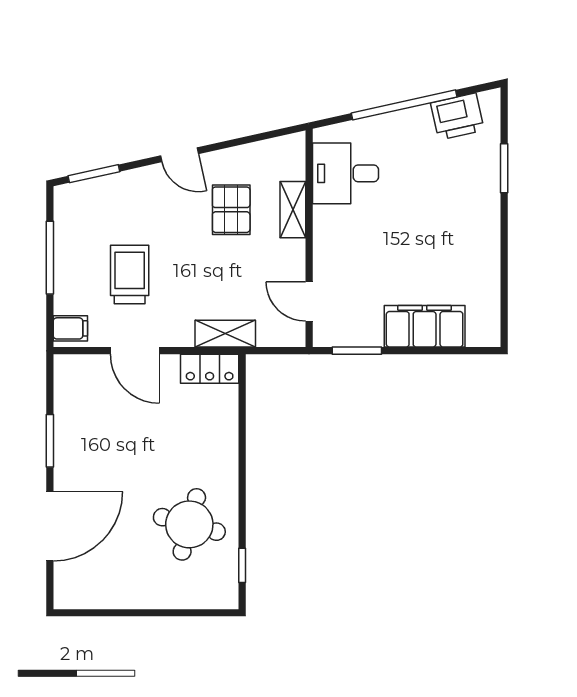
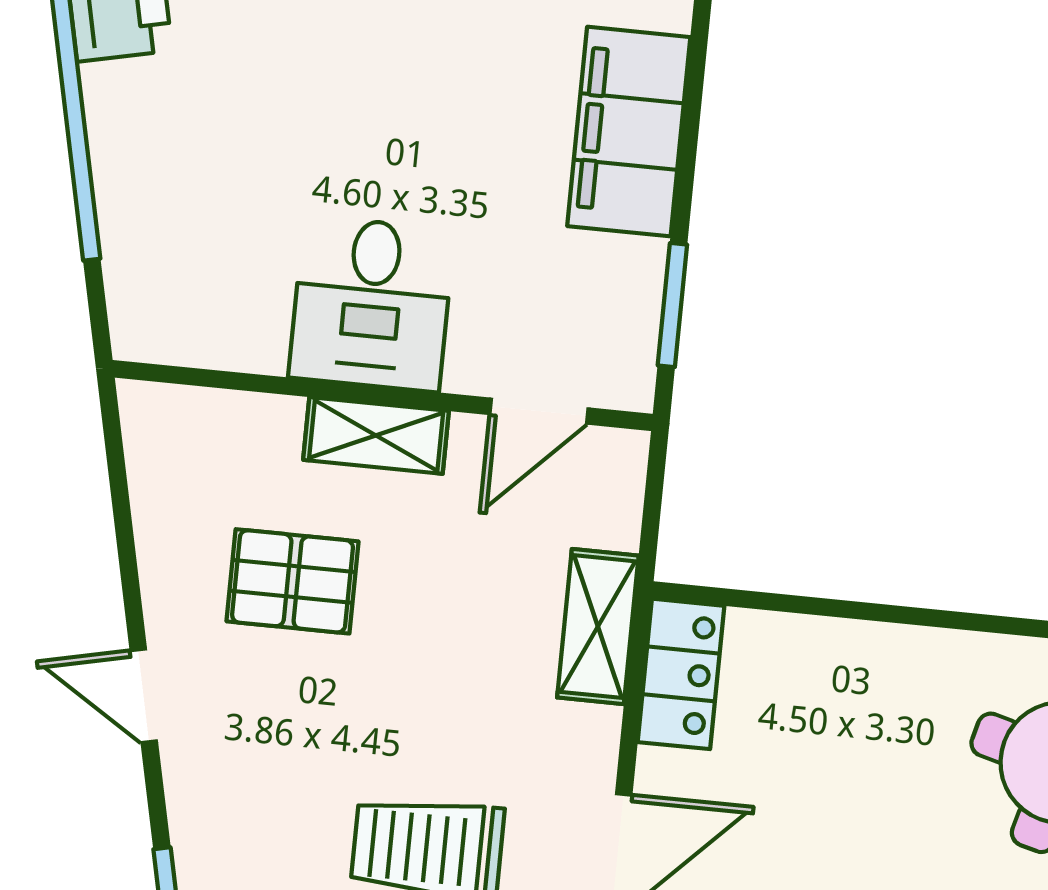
door: (179, 155) -> (144, 696), swing flipped
desk: (345, 173) -> (371, 304), moved
shelving: (293, 210) -> (376, 435), moved

